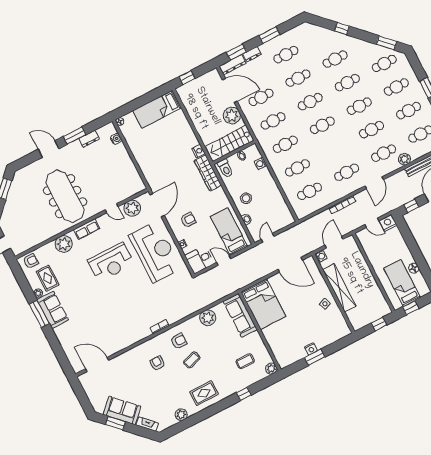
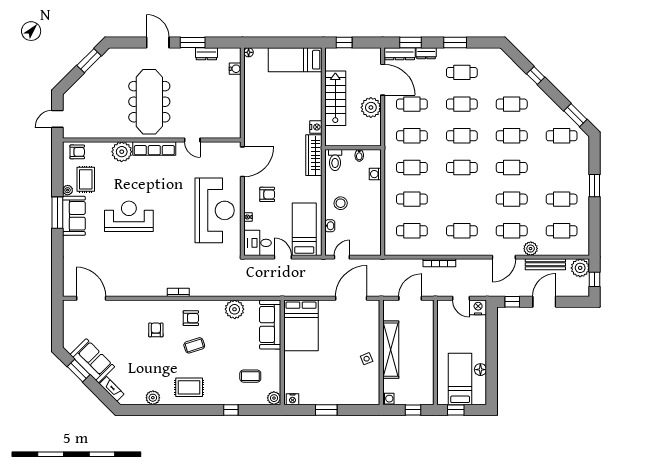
cafe table: (396, 87) -> (562, 167), removed
stairs: (230, 143) -> (335, 98), moved, turned 90
door: (374, 183) -> (504, 257), moved
plant: (132, 208) -> (214, 151), removed
row of seats: (87, 229) -> (154, 148), width x1.48
washing machine: (321, 257) -> (388, 399), moved
reception desk: (111, 262) -> (129, 216), moved, turned 180
door: (290, 265) -> (351, 298), swing flipped
nightstand: (311, 349) -> (292, 399), moved

